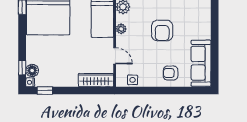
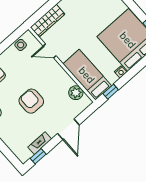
plant: (121, 29) -> (63, 75), removed

